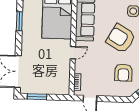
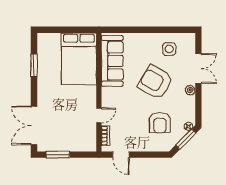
door: (73, 53) -> (99, 115), moved

